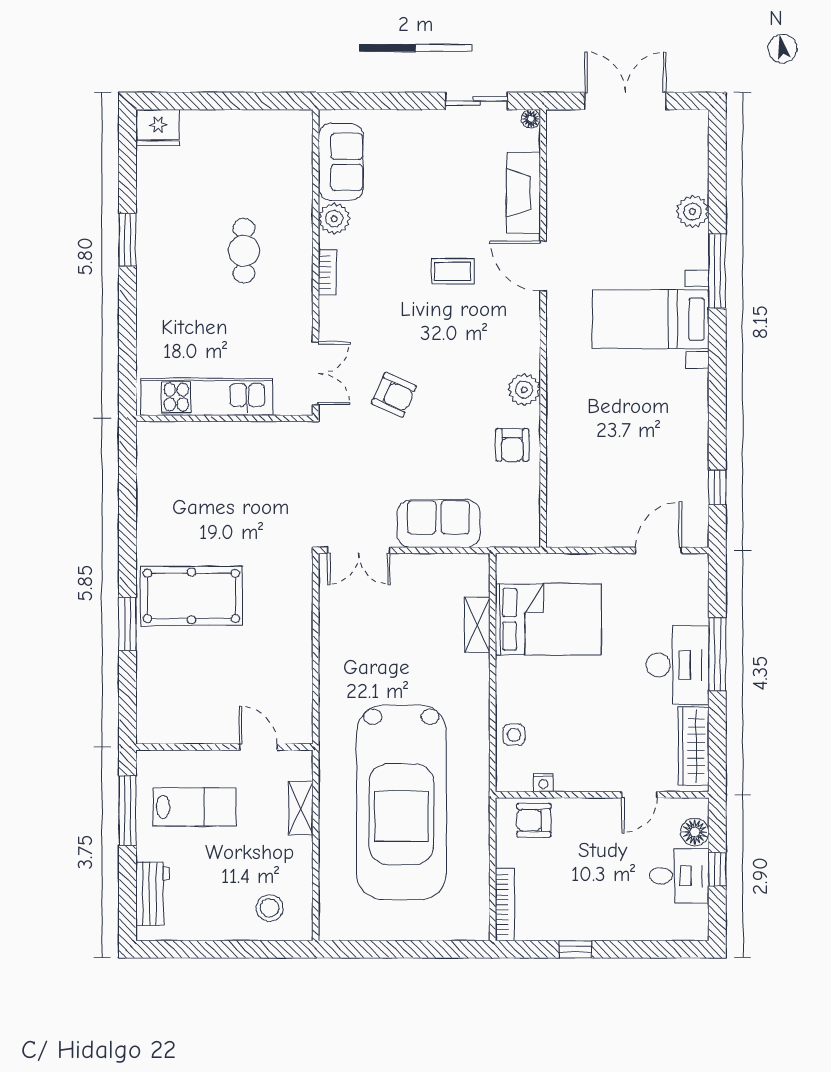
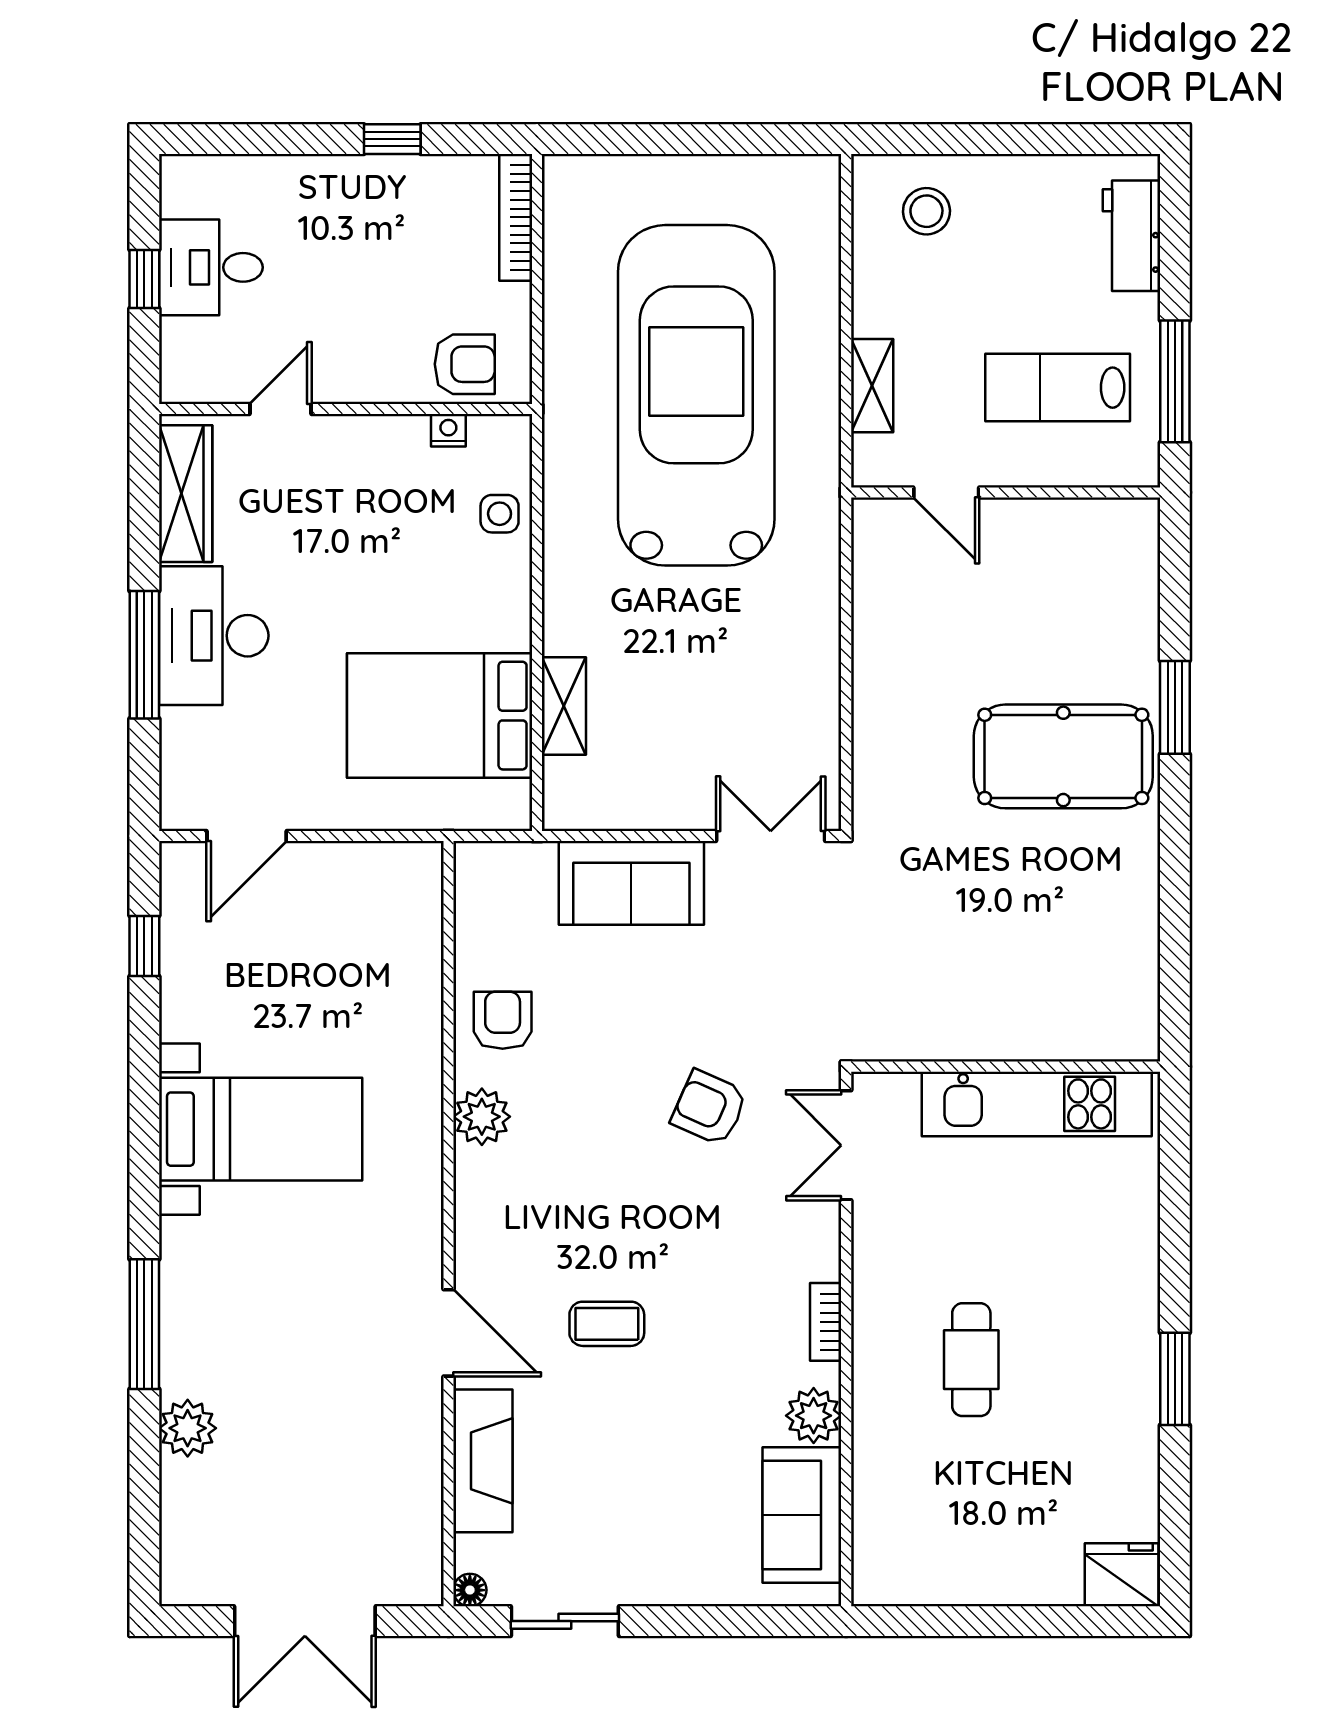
bed with nightstands: (651, 319) -> (261, 1129), moved
floor lamp: (695, 832) -> (184, 344), removed

